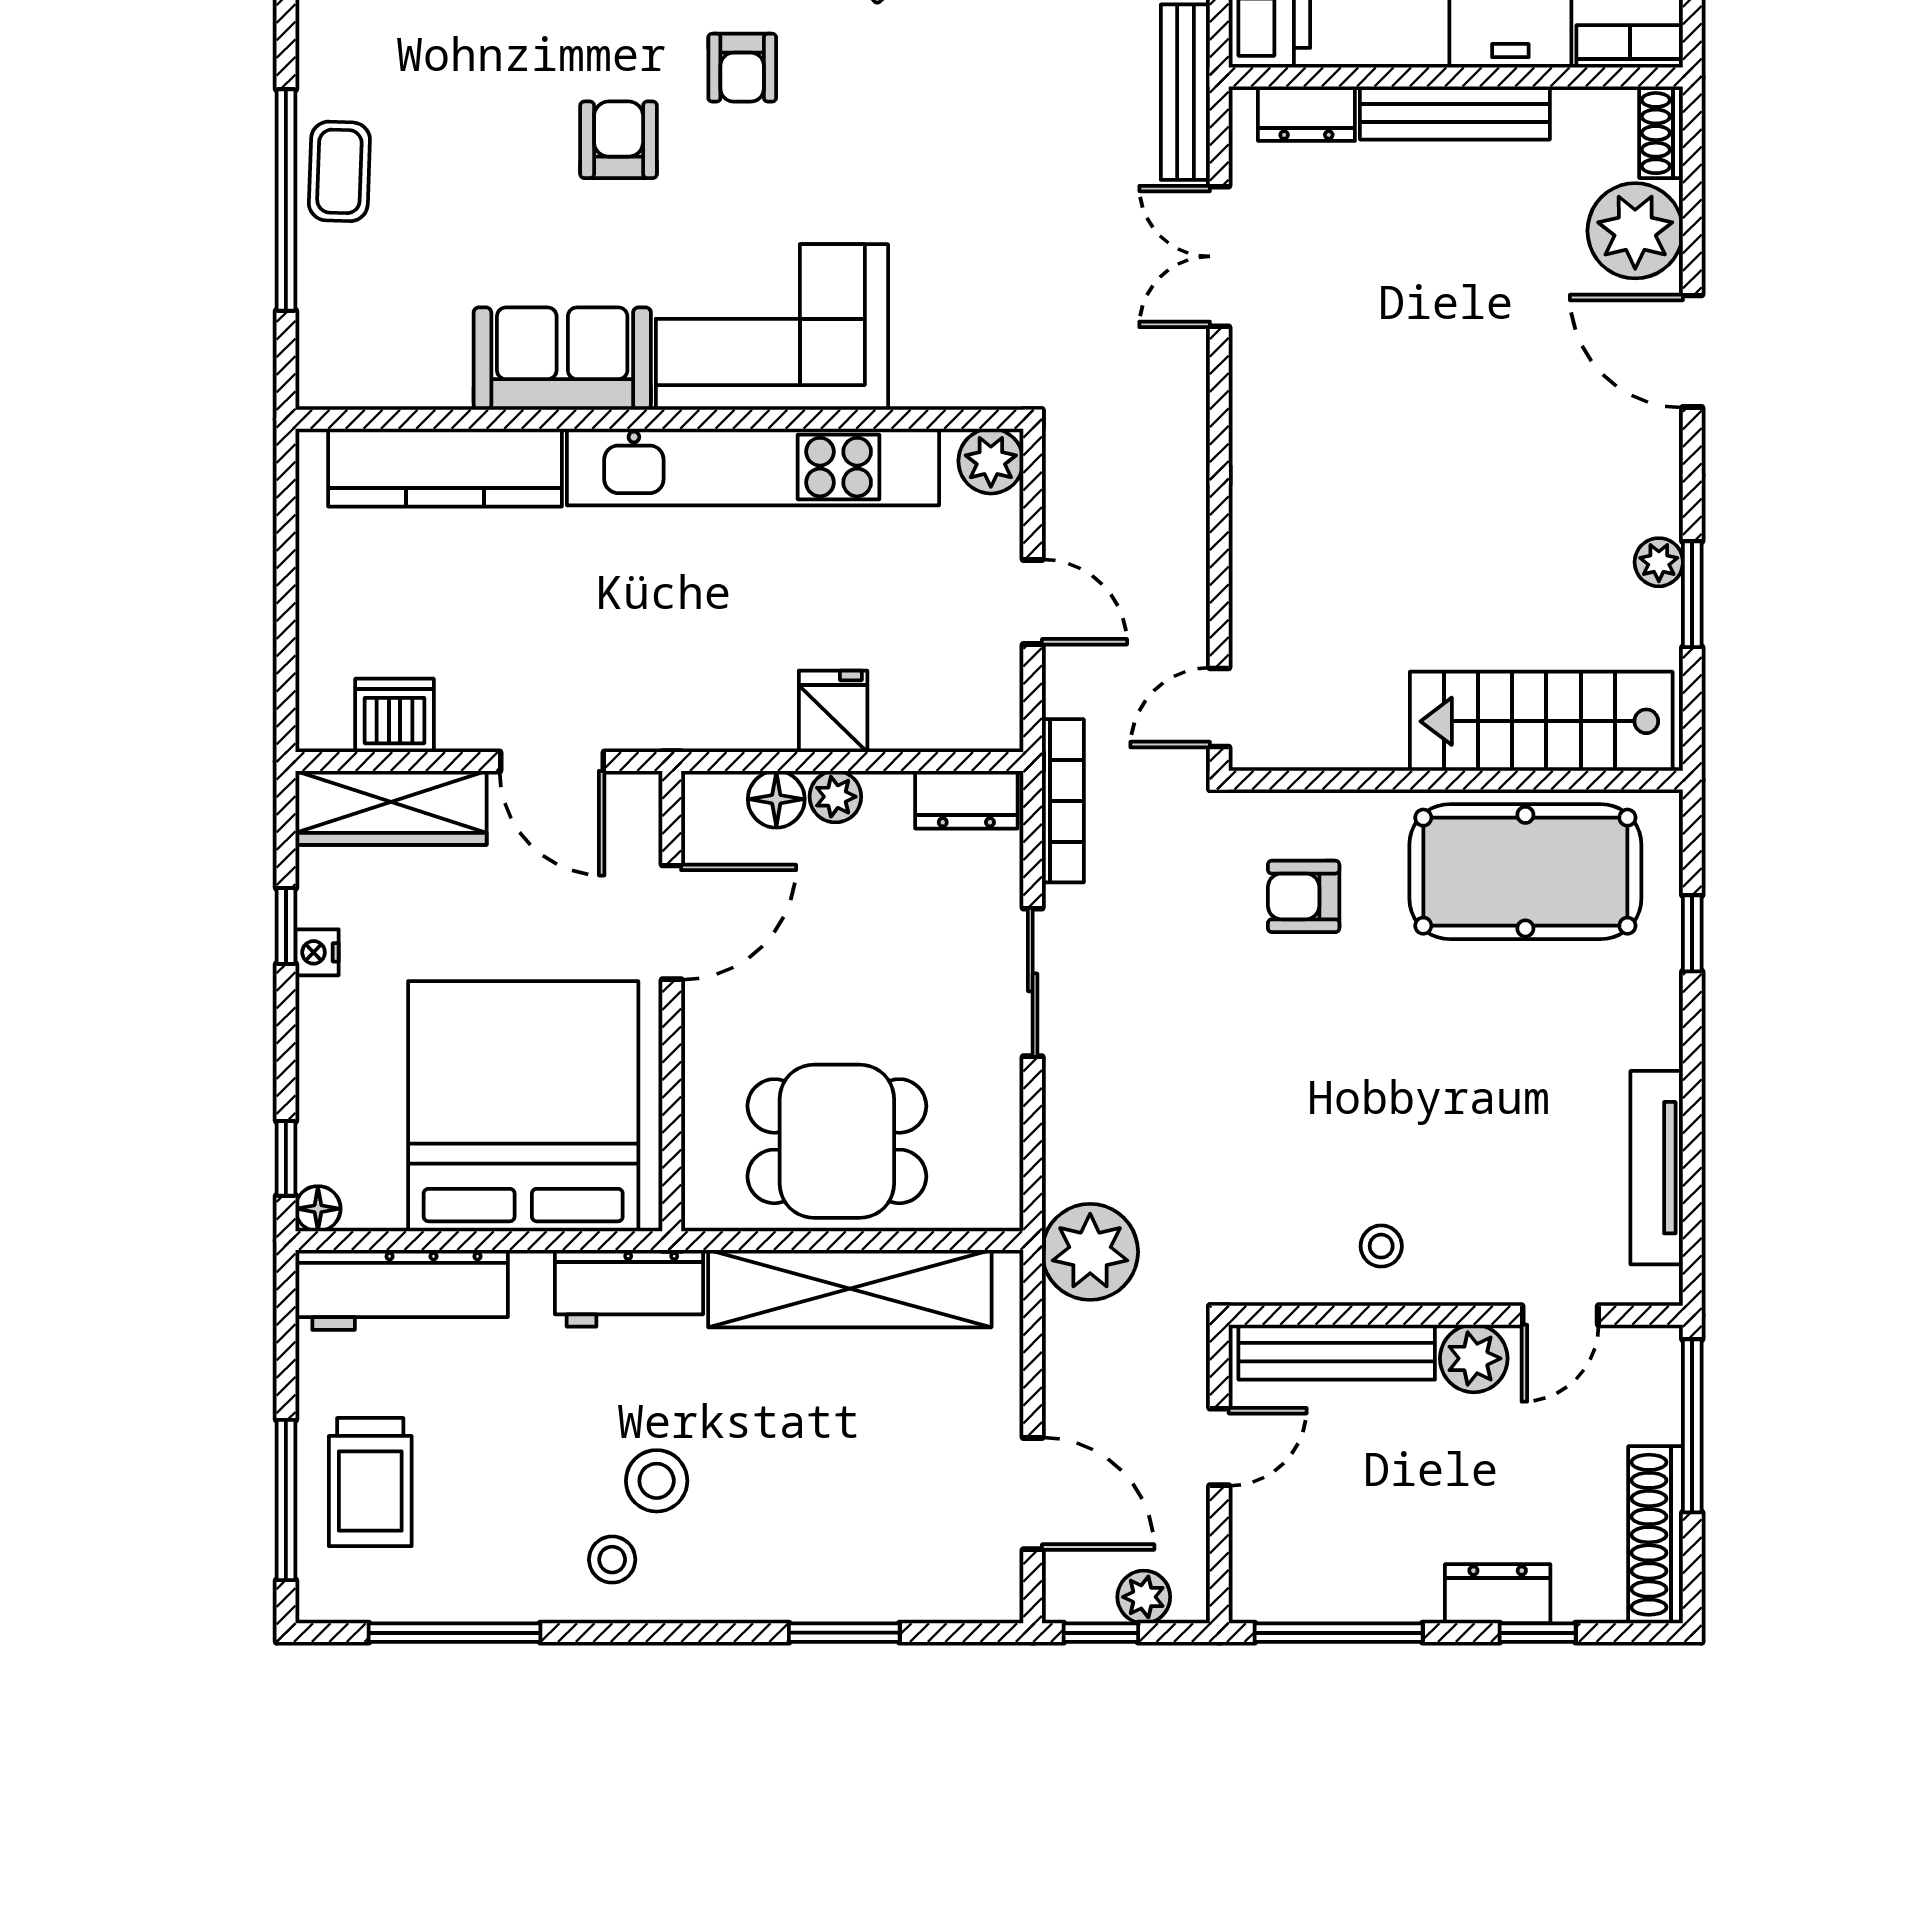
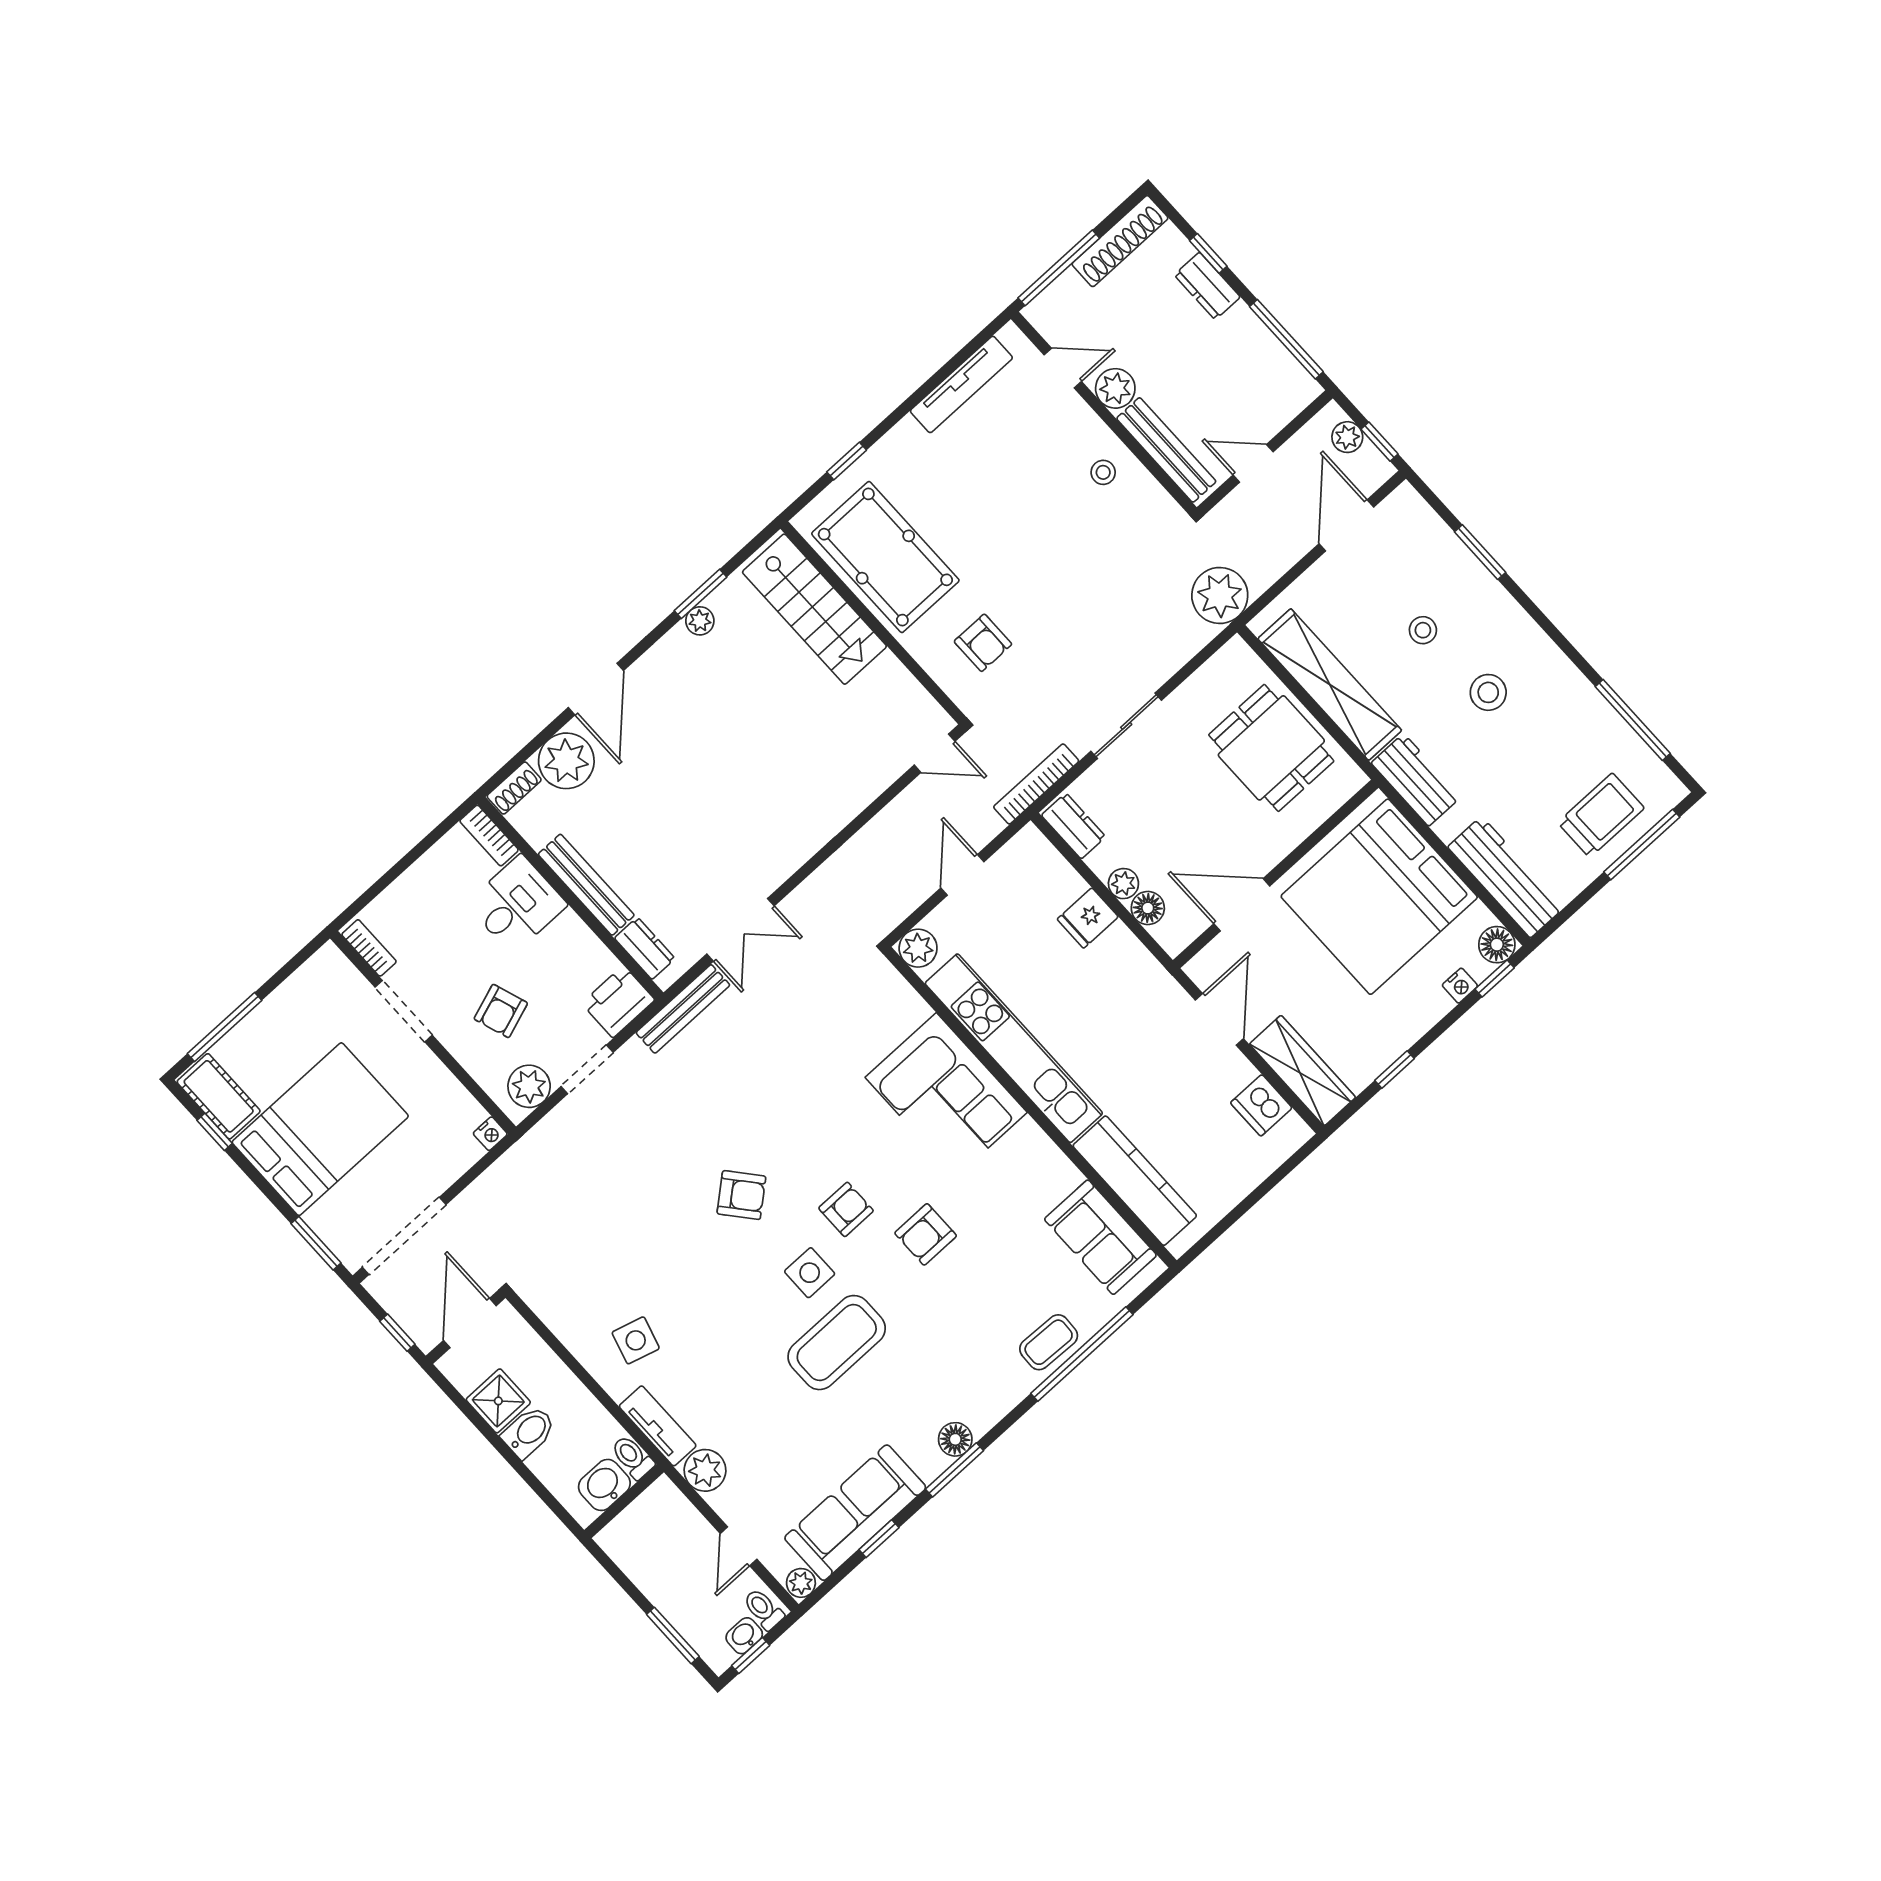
sofa: (562, 359) -> (1100, 1237), moved
nightstand: (317, 952) -> (1460, 986), moved
floor lamp: (318, 1209) -> (1497, 945), width x1.37, depth x1.37
stool: (612, 1560) -> (1423, 630), moved

